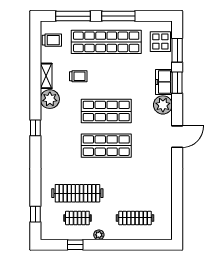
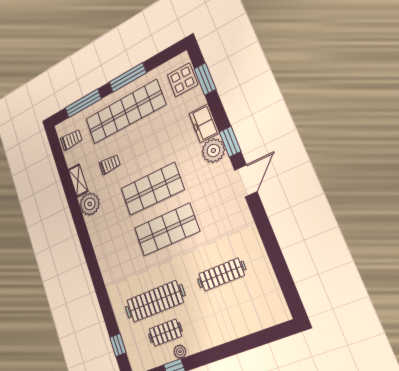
window: (177, 83) -> (230, 142), moved
window: (35, 128) -> (86, 243), removed
clothes rail: (135, 218) -> (221, 274), moved
plant: (99, 235) -> (180, 352), moved

